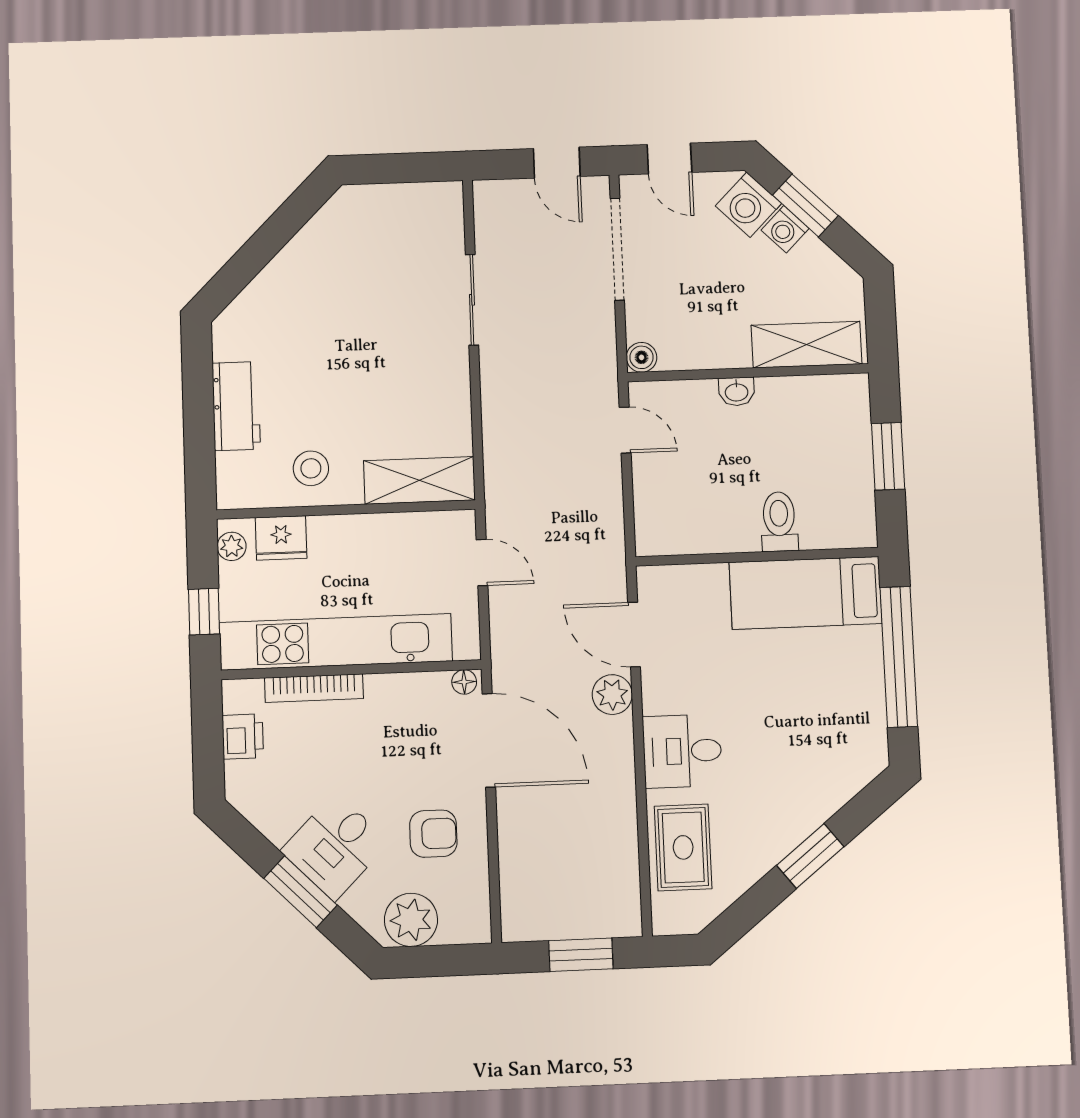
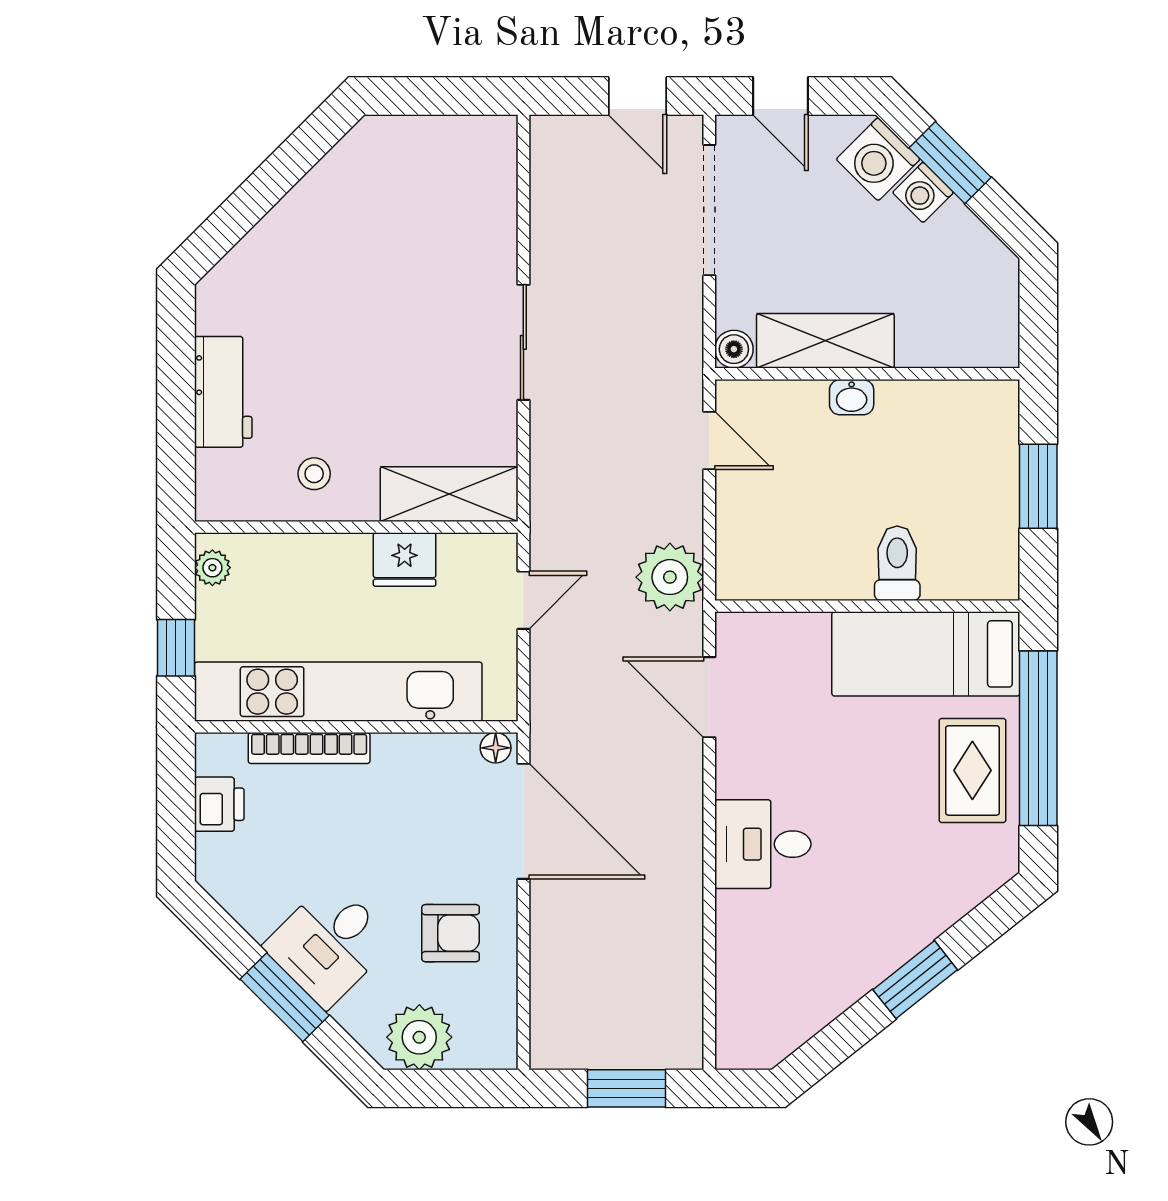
sliding door: (472, 300) -> (523, 342), moved
shelving: (807, 345) -> (825, 341), moved
stool: (311, 468) -> (314, 474), width x0.73, depth x0.73
fridge: (281, 538) -> (405, 560), moved
door: (482, 563) -> (523, 600), hinge flipped
plant: (612, 695) -> (670, 577), moved, width x1.36, depth x1.36
rug: (683, 847) -> (972, 770), moved

